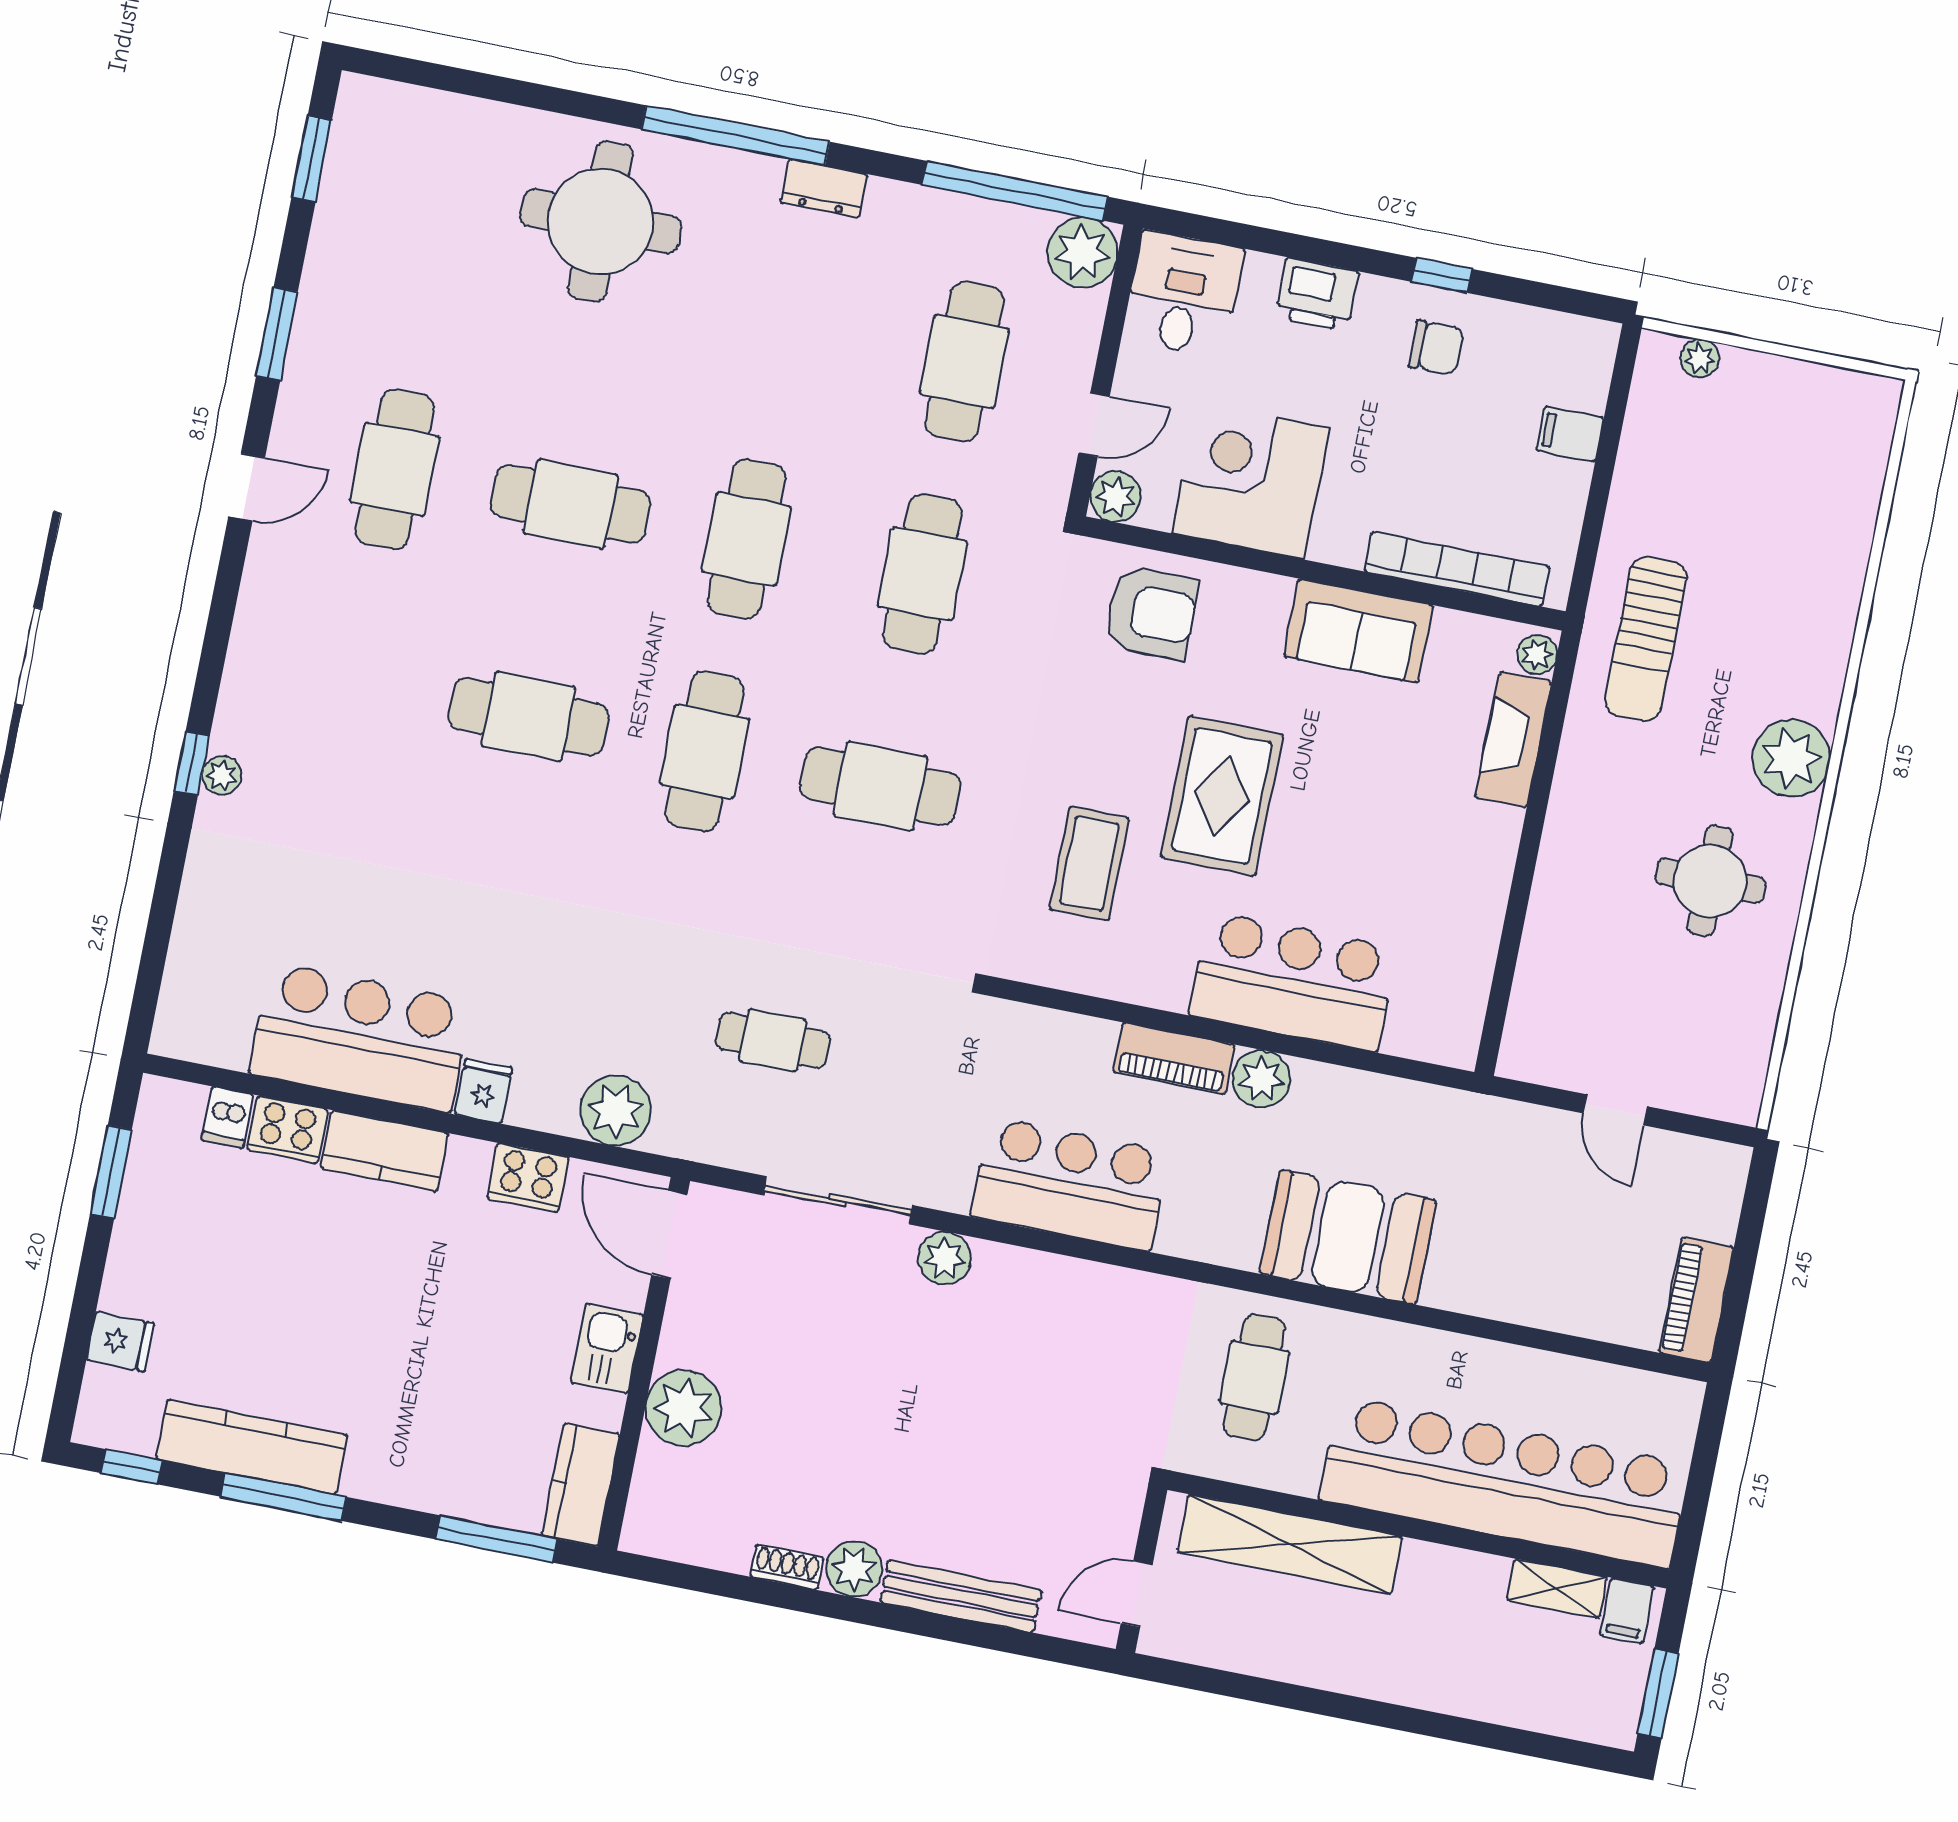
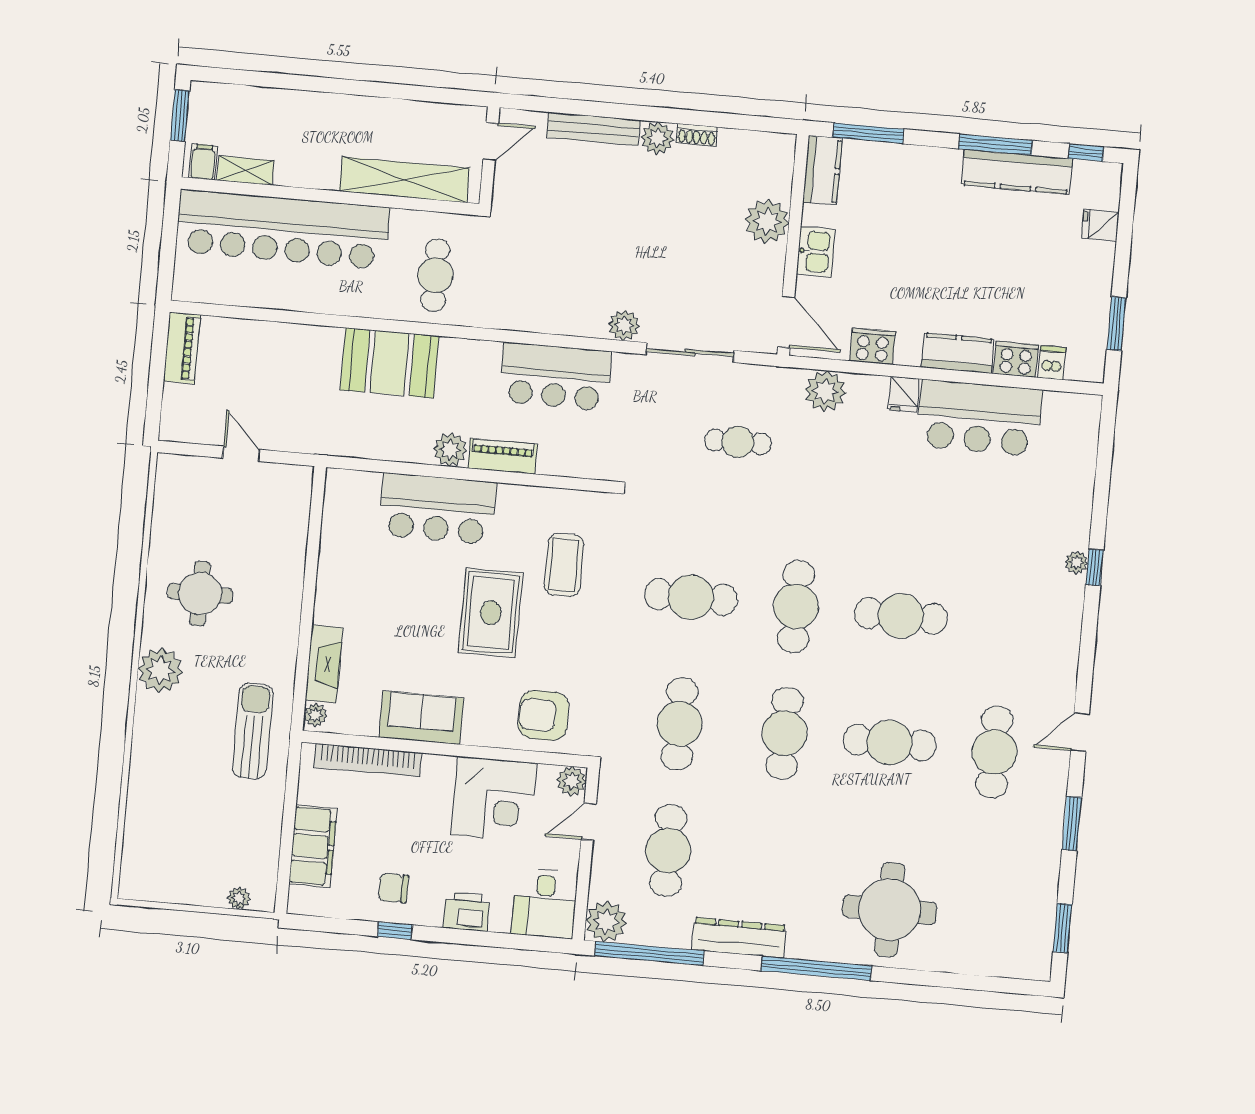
dresser: (824, 188) -> (739, 938), width x1.96, depth x1.24
filing cabinet: (1570, 434) -> (313, 846), width x3.00, depth x1.17

